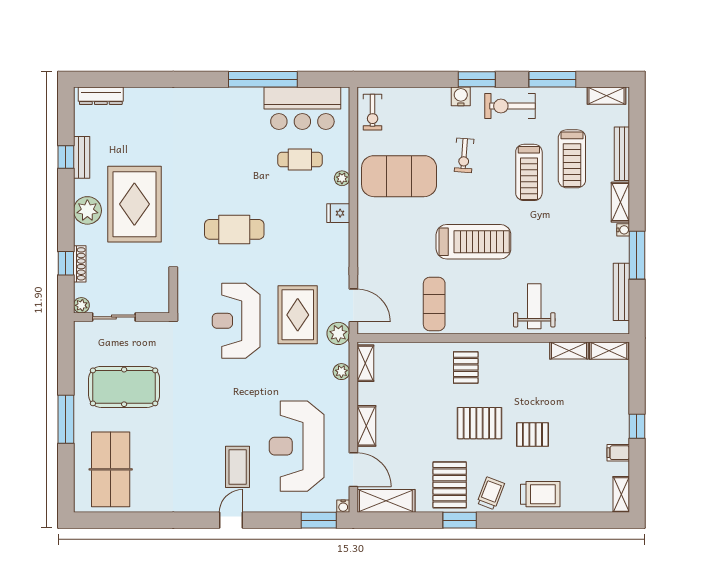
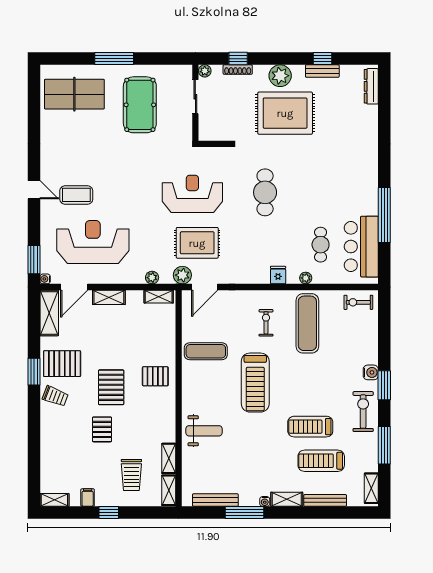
exercise bike: (464, 155) -> (266, 323), moved, turned 86
exercise mat: (399, 176) -> (307, 323), width x0.68
trolley: (540, 494) -> (131, 475), moved

